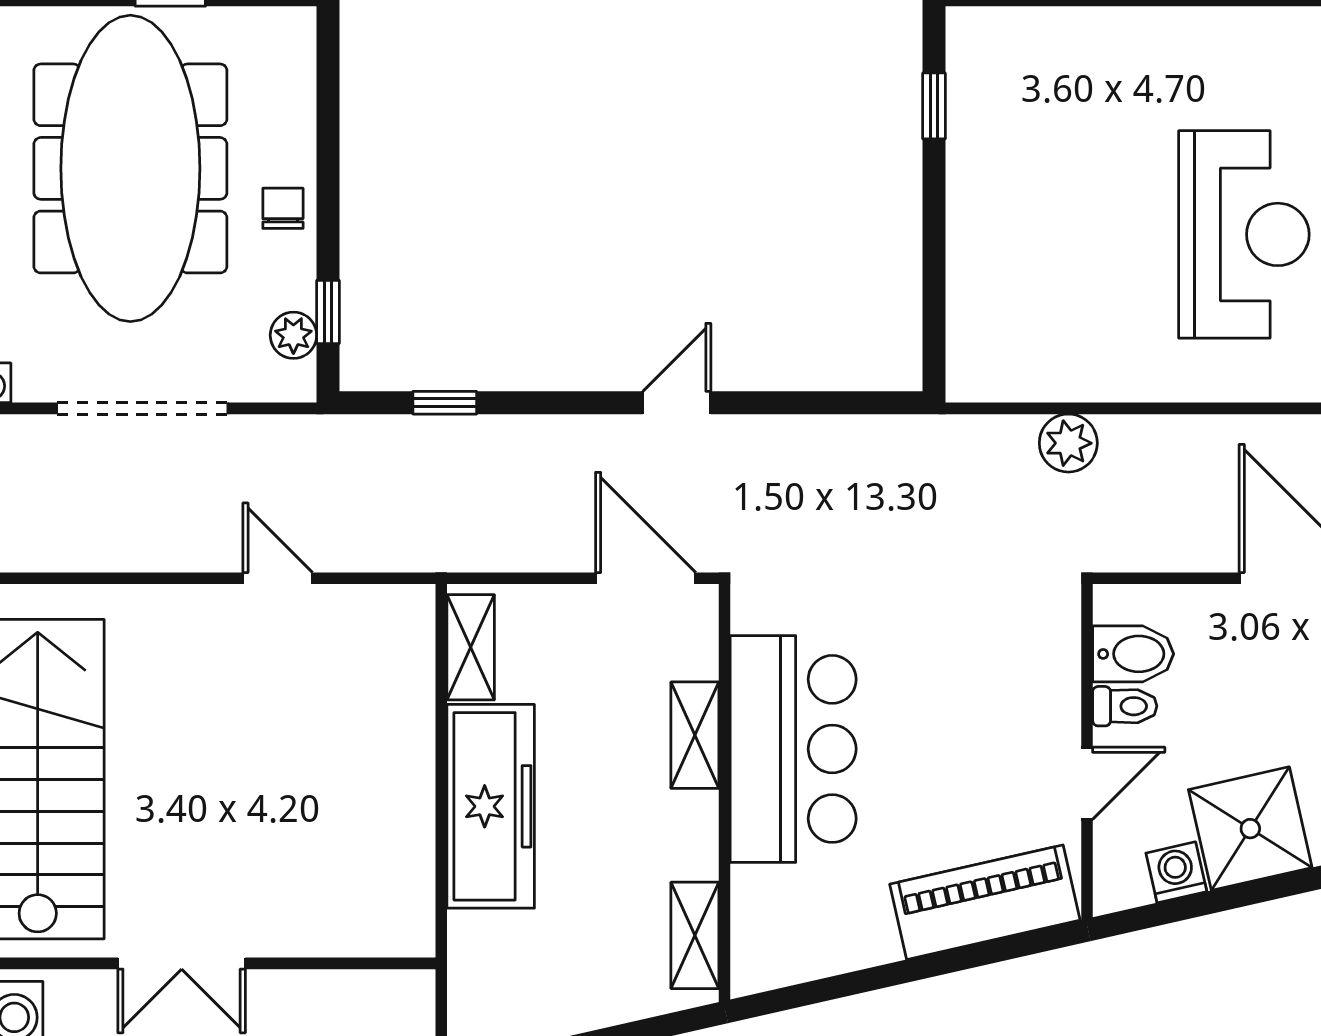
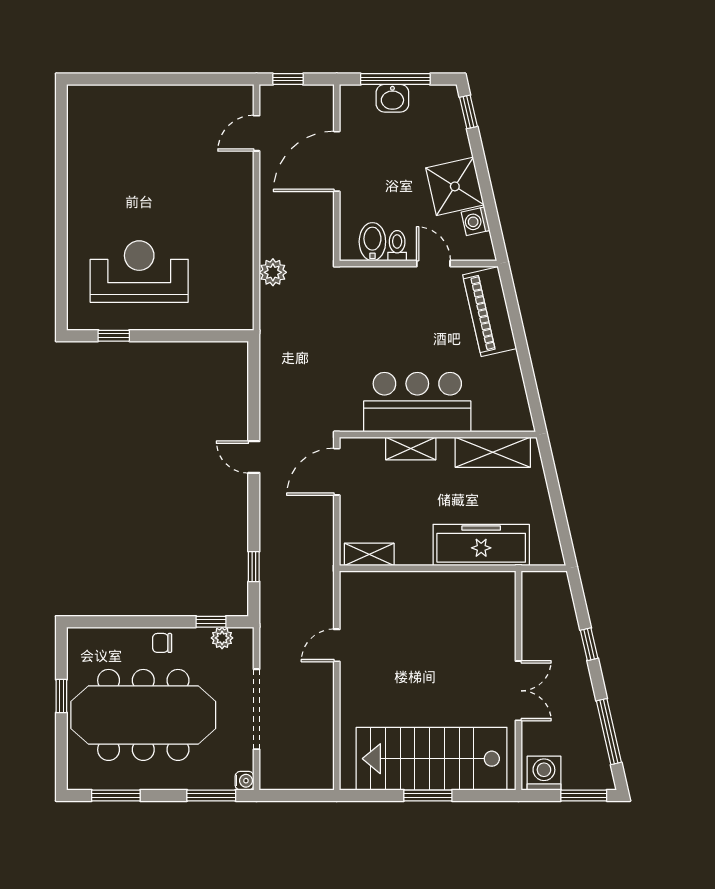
reception desk: (1244, 234) -> (139, 272), moved
freezer: (491, 806) -> (481, 545), moved
shelving: (695, 935) -> (493, 452), width x1.50, depth x1.33

